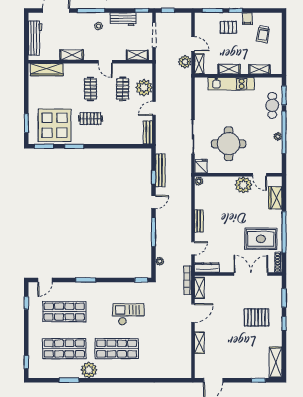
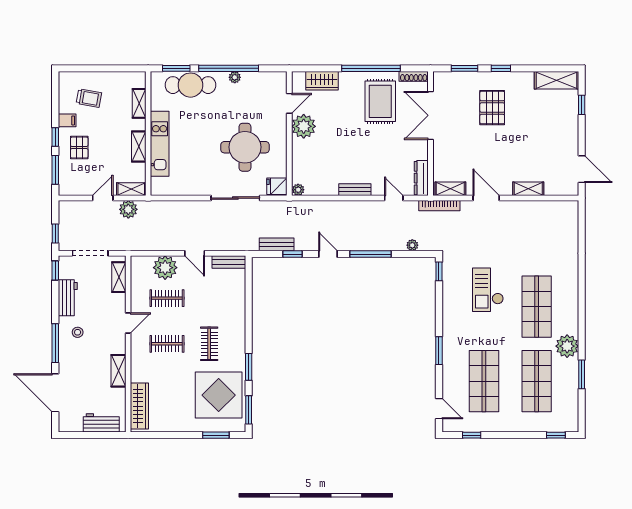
workbench: (35, 38) -> (101, 423), width x0.73
cafe table: (272, 105) -> (190, 85), width x1.37, depth x1.35
bench: (160, 170) -> (277, 244), width x0.73

